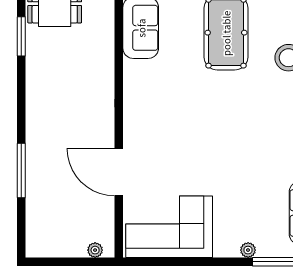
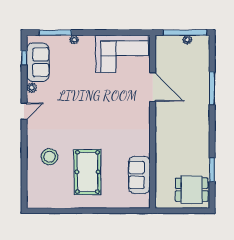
plant: (95, 250) -> (187, 40), moved
window: (66, 262) -> (185, 33), added

